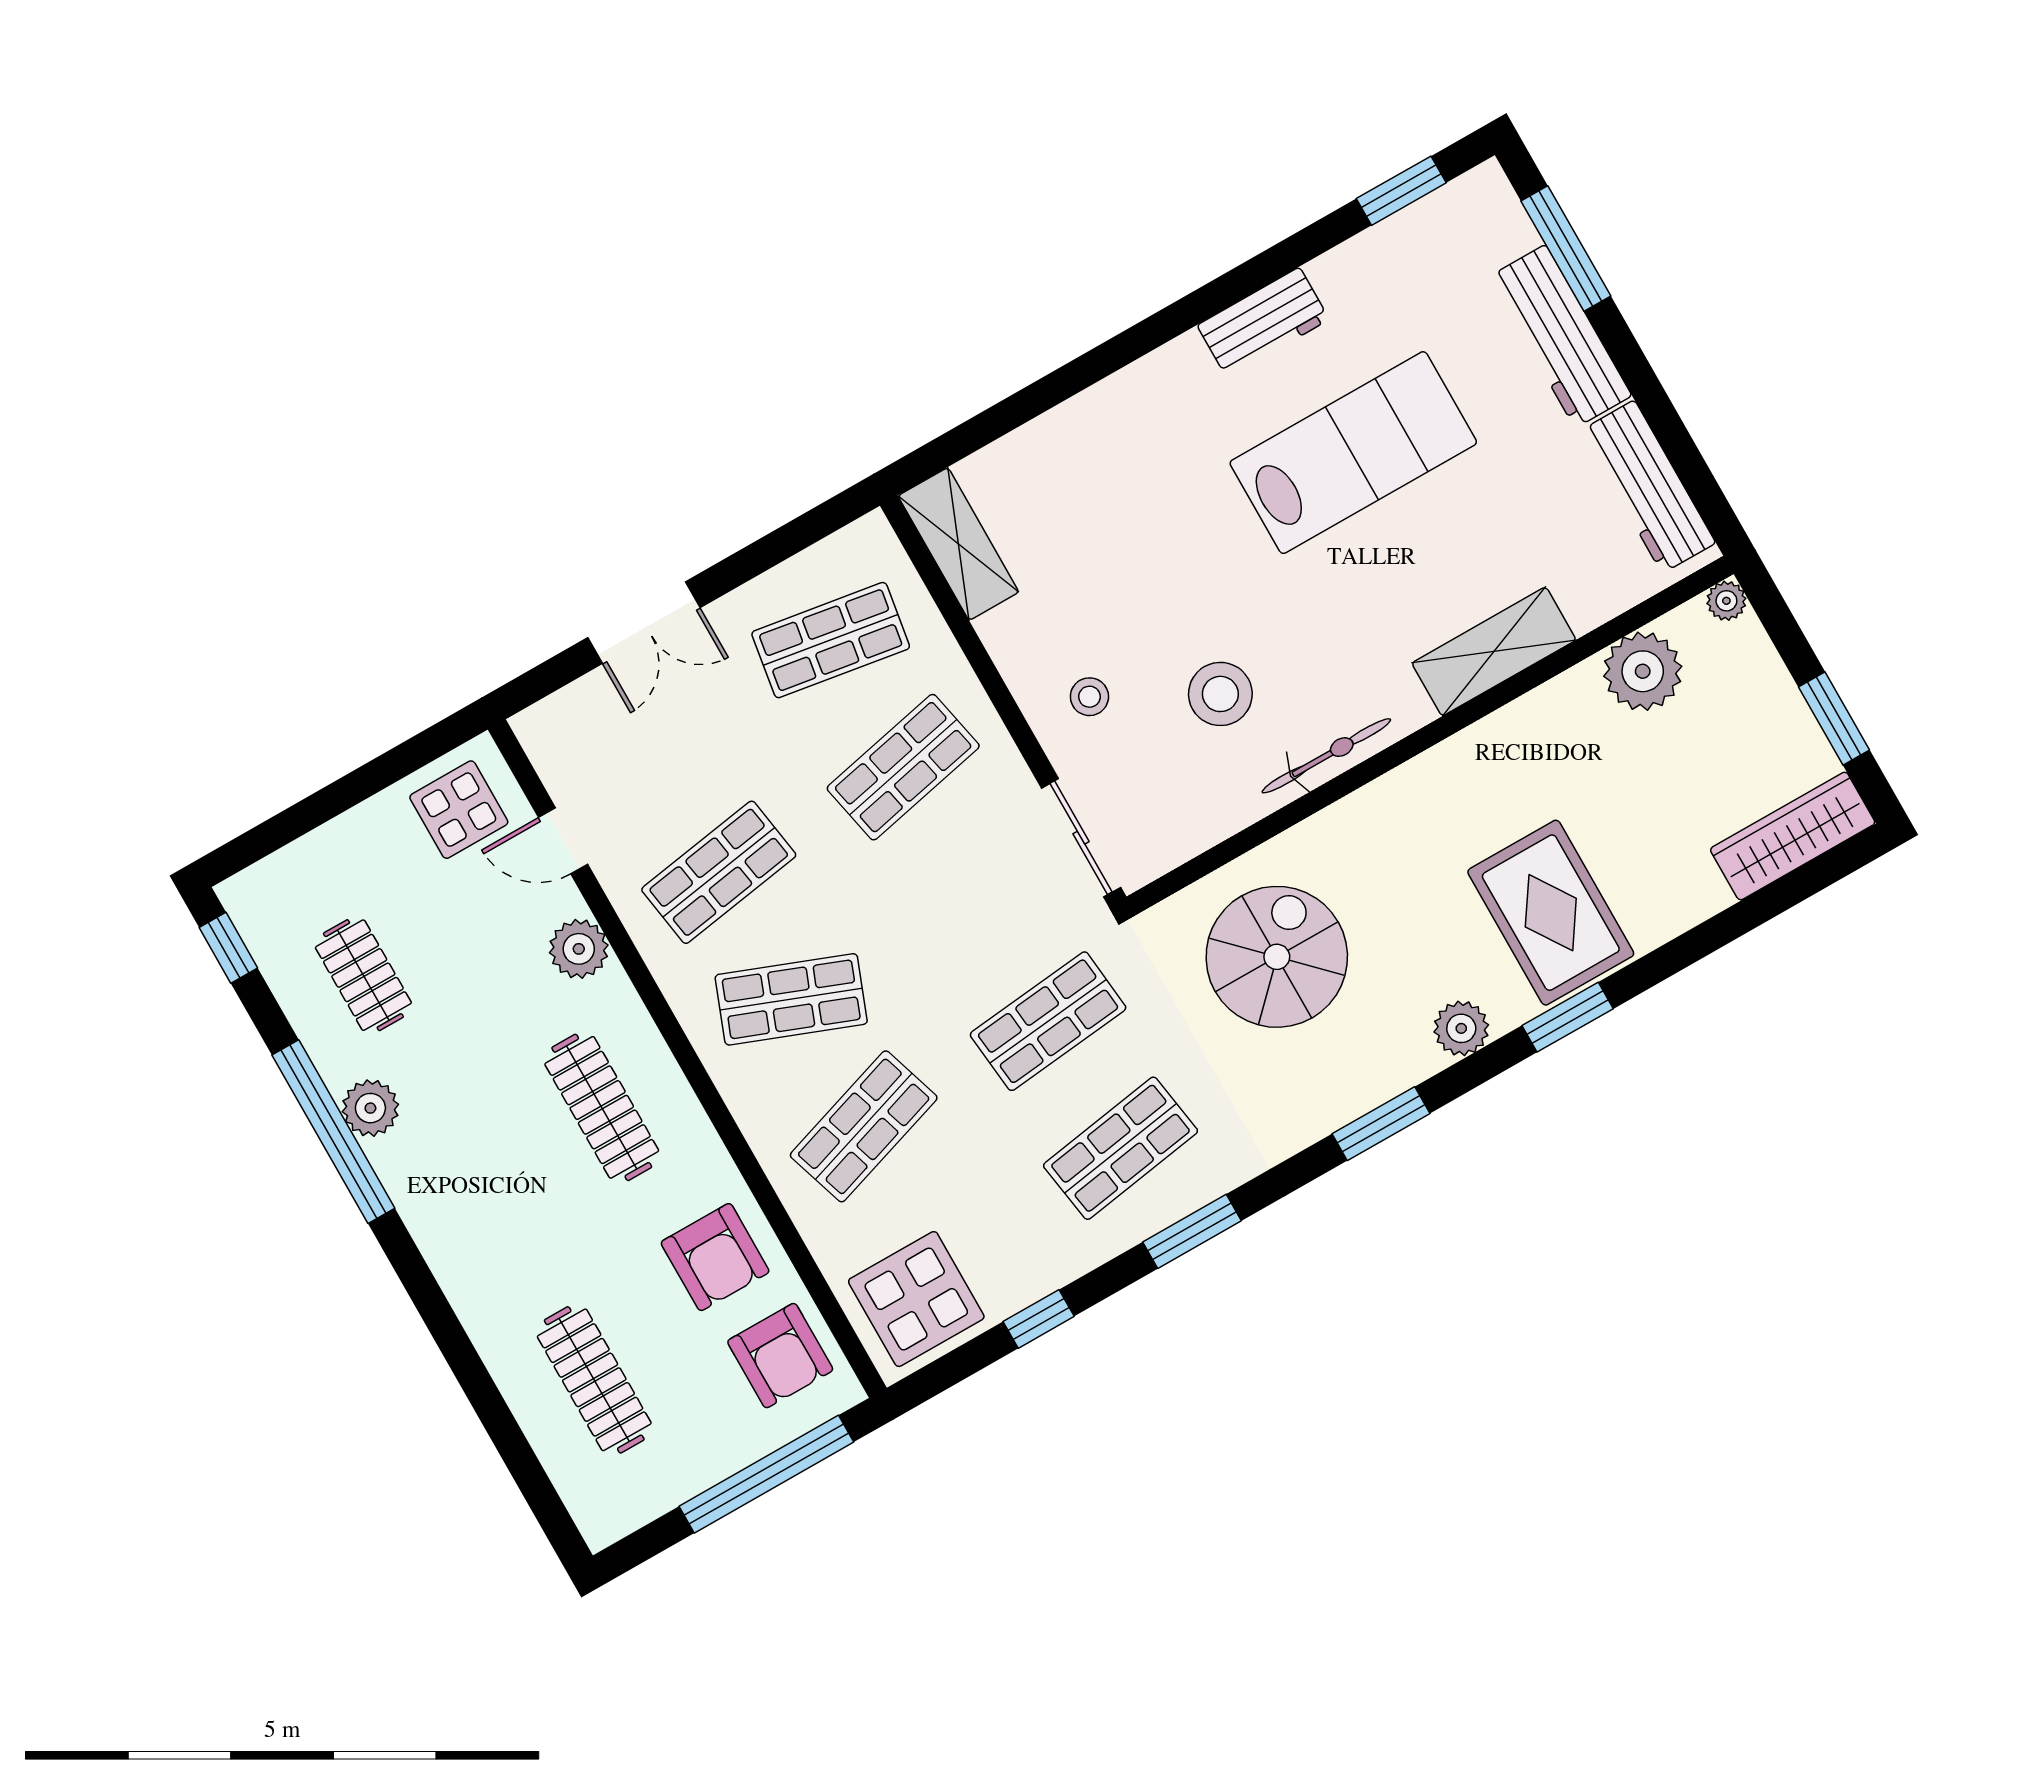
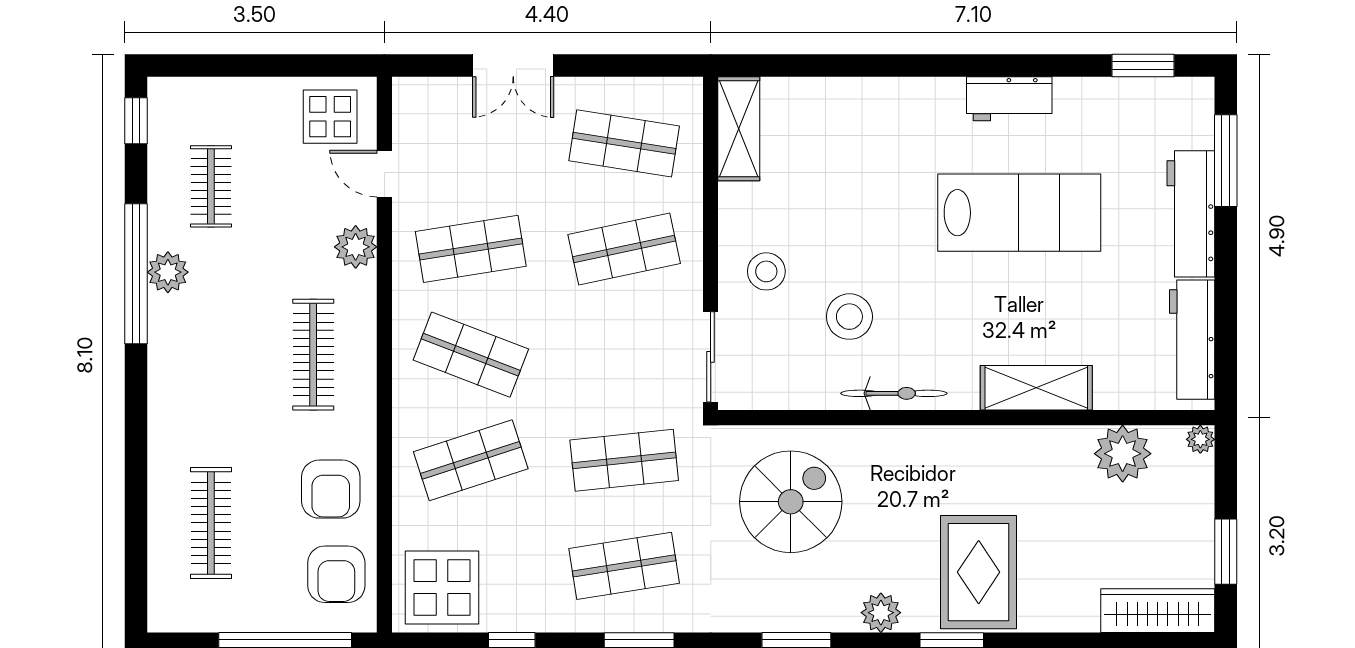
stool: (1089, 697) -> (766, 271), width x1.37, depth x1.37

